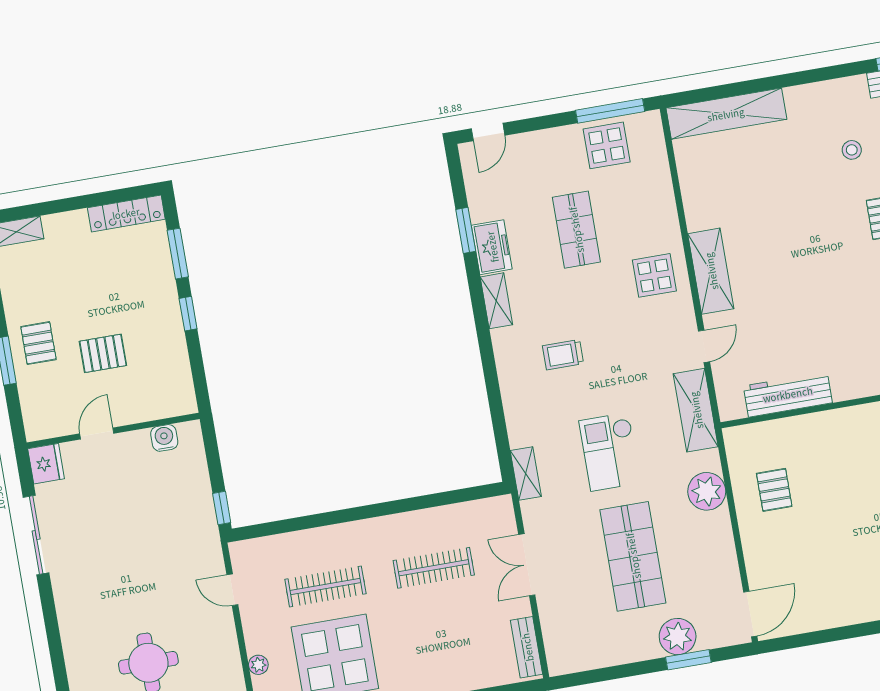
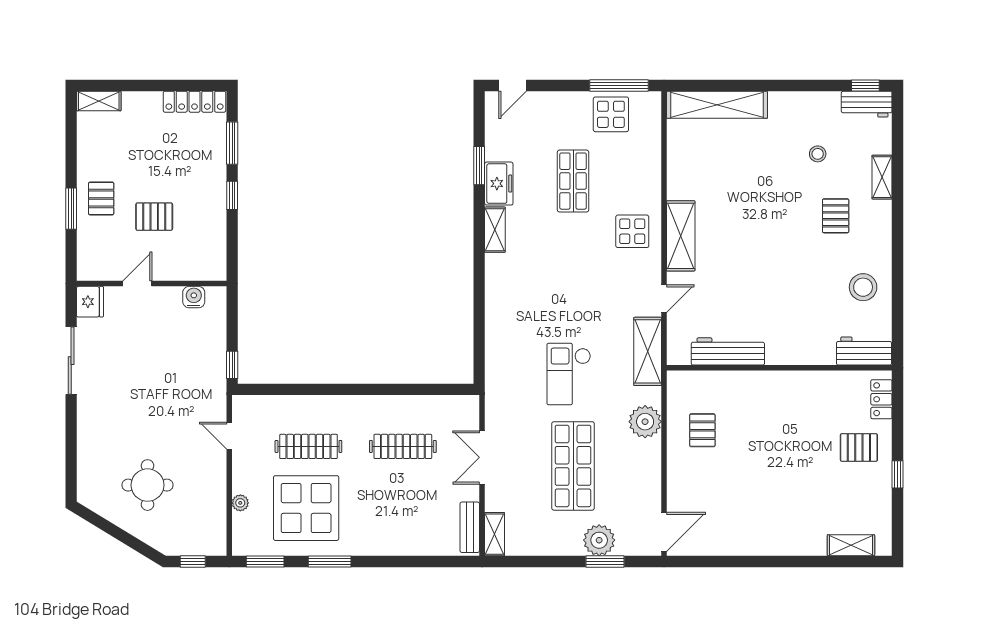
trolley: (563, 355) -> (543, 285), removed
shelving: (526, 473) -> (495, 534), moved

